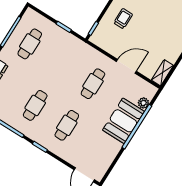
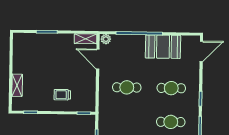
door: (126, 66) -> (98, 59), moved
plant: (143, 103) -> (106, 39), moved
booth: (123, 121) -> (163, 47), moved

